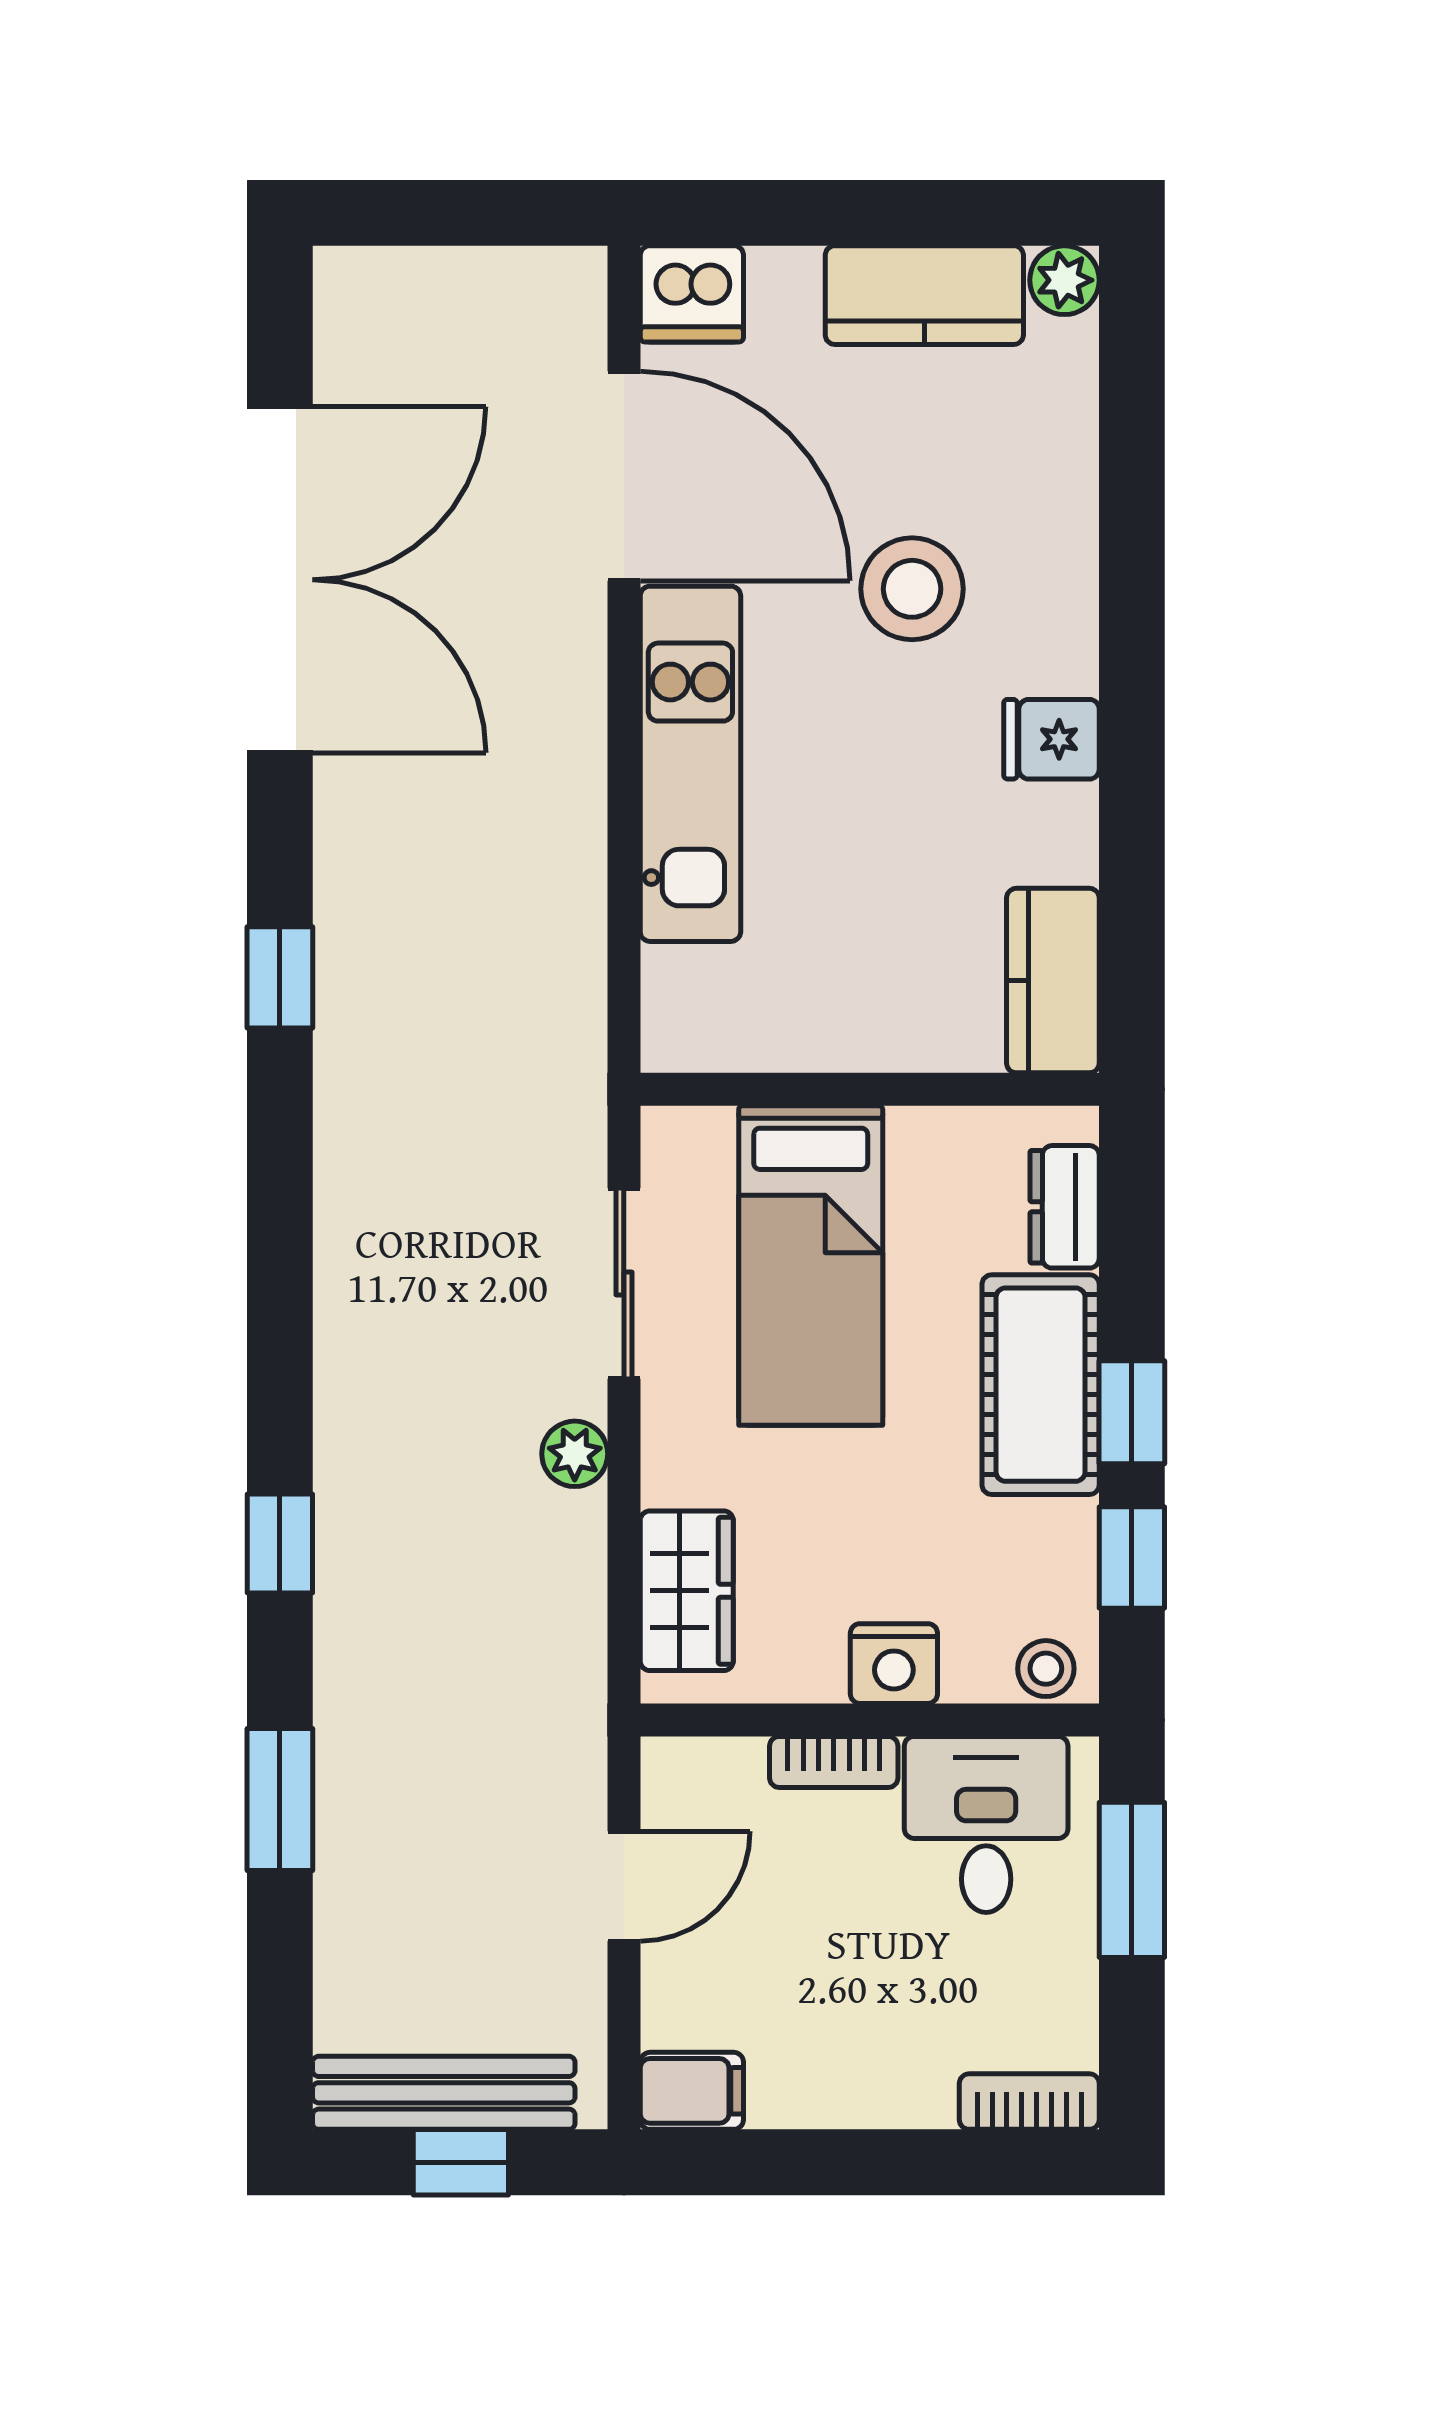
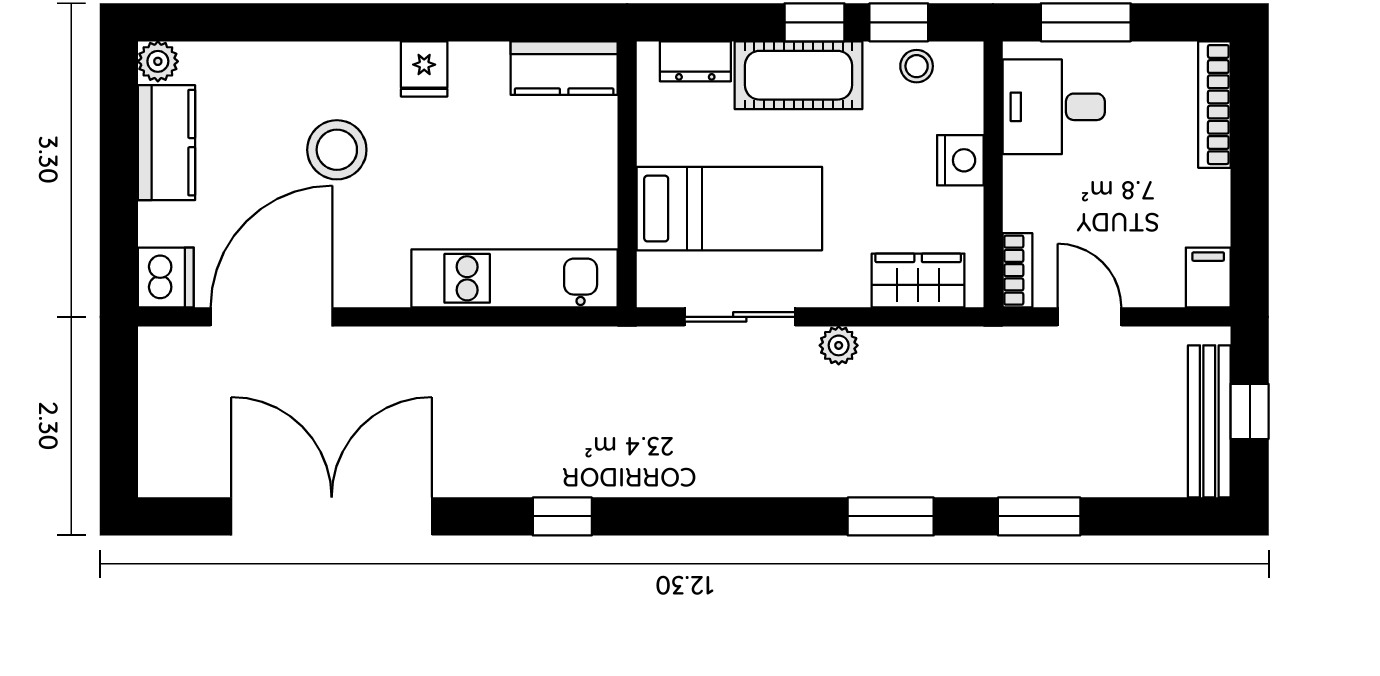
kitchen unit: (690, 764) -> (515, 278), moved
window: (280, 1543) -> (891, 516), width x1.50
stool: (1046, 1669) -> (917, 66), moved
bookcase: (834, 1762) -> (1017, 270), moved
bookcase: (1029, 2102) -> (1214, 105), width x1.56

